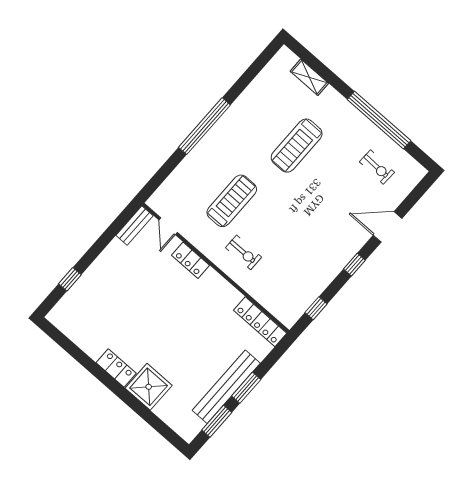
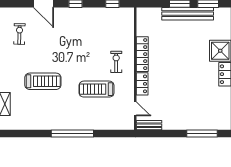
door: (168, 226) -> (135, 109), hinge flipped
window: (70, 279) -> (202, 134), width x2.17
locker: (260, 322) -> (142, 54), moved

